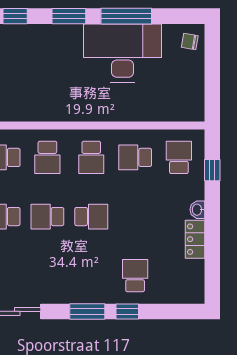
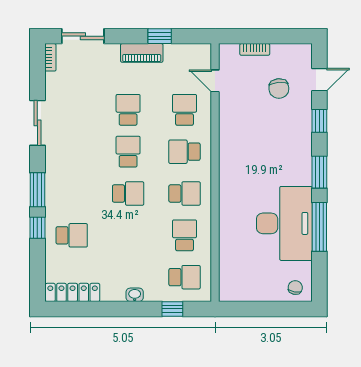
school desk: (91, 157) -> (185, 194), turned 180
school desk: (91, 217) -> (128, 194), turned -90
locker: (195, 239) -> (73, 292), moved, width x1.53

